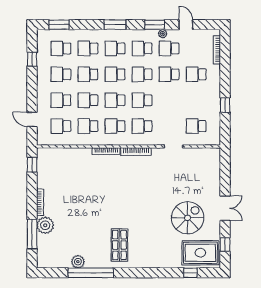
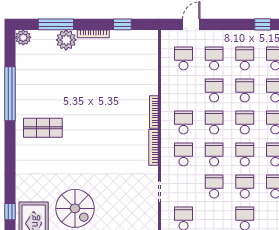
school desk: (88, 126) -> (214, 187), moved
window: (32, 165) -> (122, 24), moved
plant: (78, 262) -> (23, 37), moved

